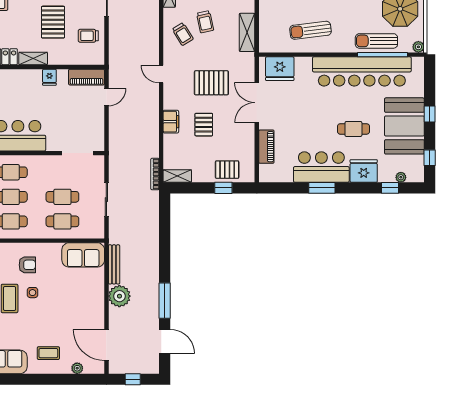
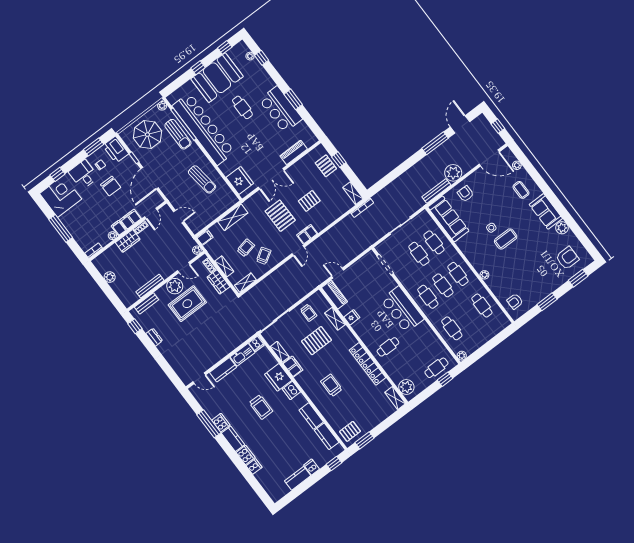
shelving: (33, 59) -> (335, 319), moved
filing cabinet: (171, 122) -> (307, 234), moved
fridge: (364, 171) -> (263, 82), removed
sofa: (83, 255) -> (448, 219), width x1.36
armchair: (27, 265) -> (466, 194), moved
door: (106, 345) -> (489, 158), hinge flipped

